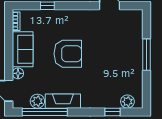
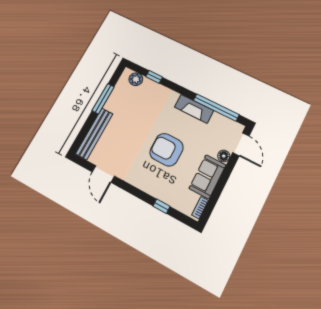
bench: (137, 35) -> (94, 134), added
window: (147, 55) -> (103, 99), moved
plant: (37, 101) -> (218, 121), removed

